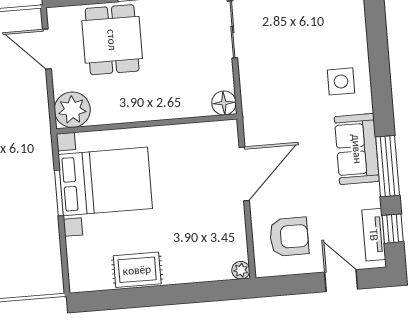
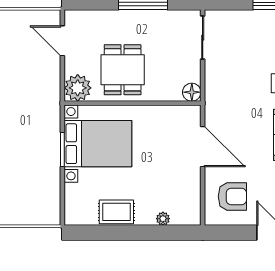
dining table: (112, 40) -> (123, 70), moved
door: (244, 174) -> (203, 147), hinge flipped
plant: (241, 270) -> (163, 219), moved

